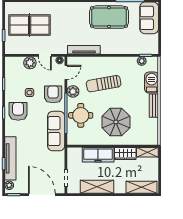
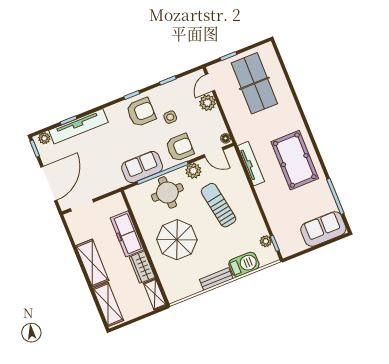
pool table: (109, 17) -> (295, 160), moved
door: (45, 55) -> (210, 82), moved
sofa: (56, 131) -> (142, 167), width x0.73
shelving: (97, 187) -> (92, 263), moved

